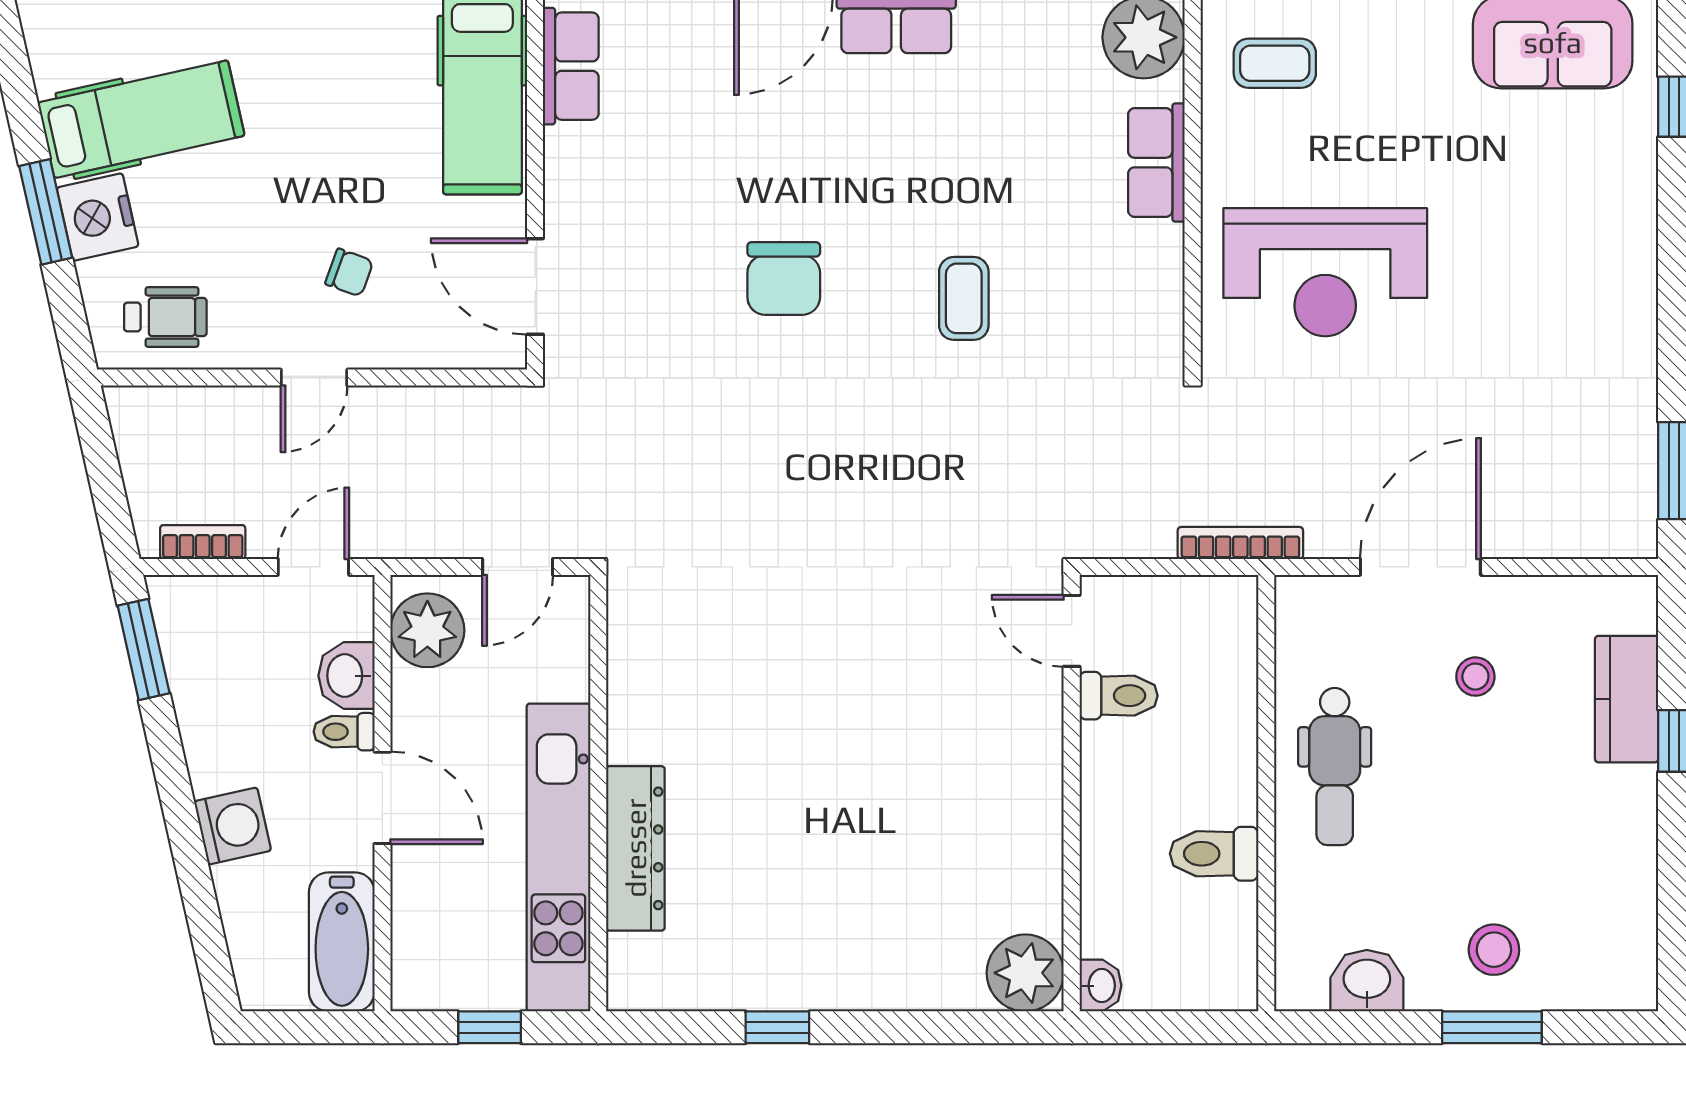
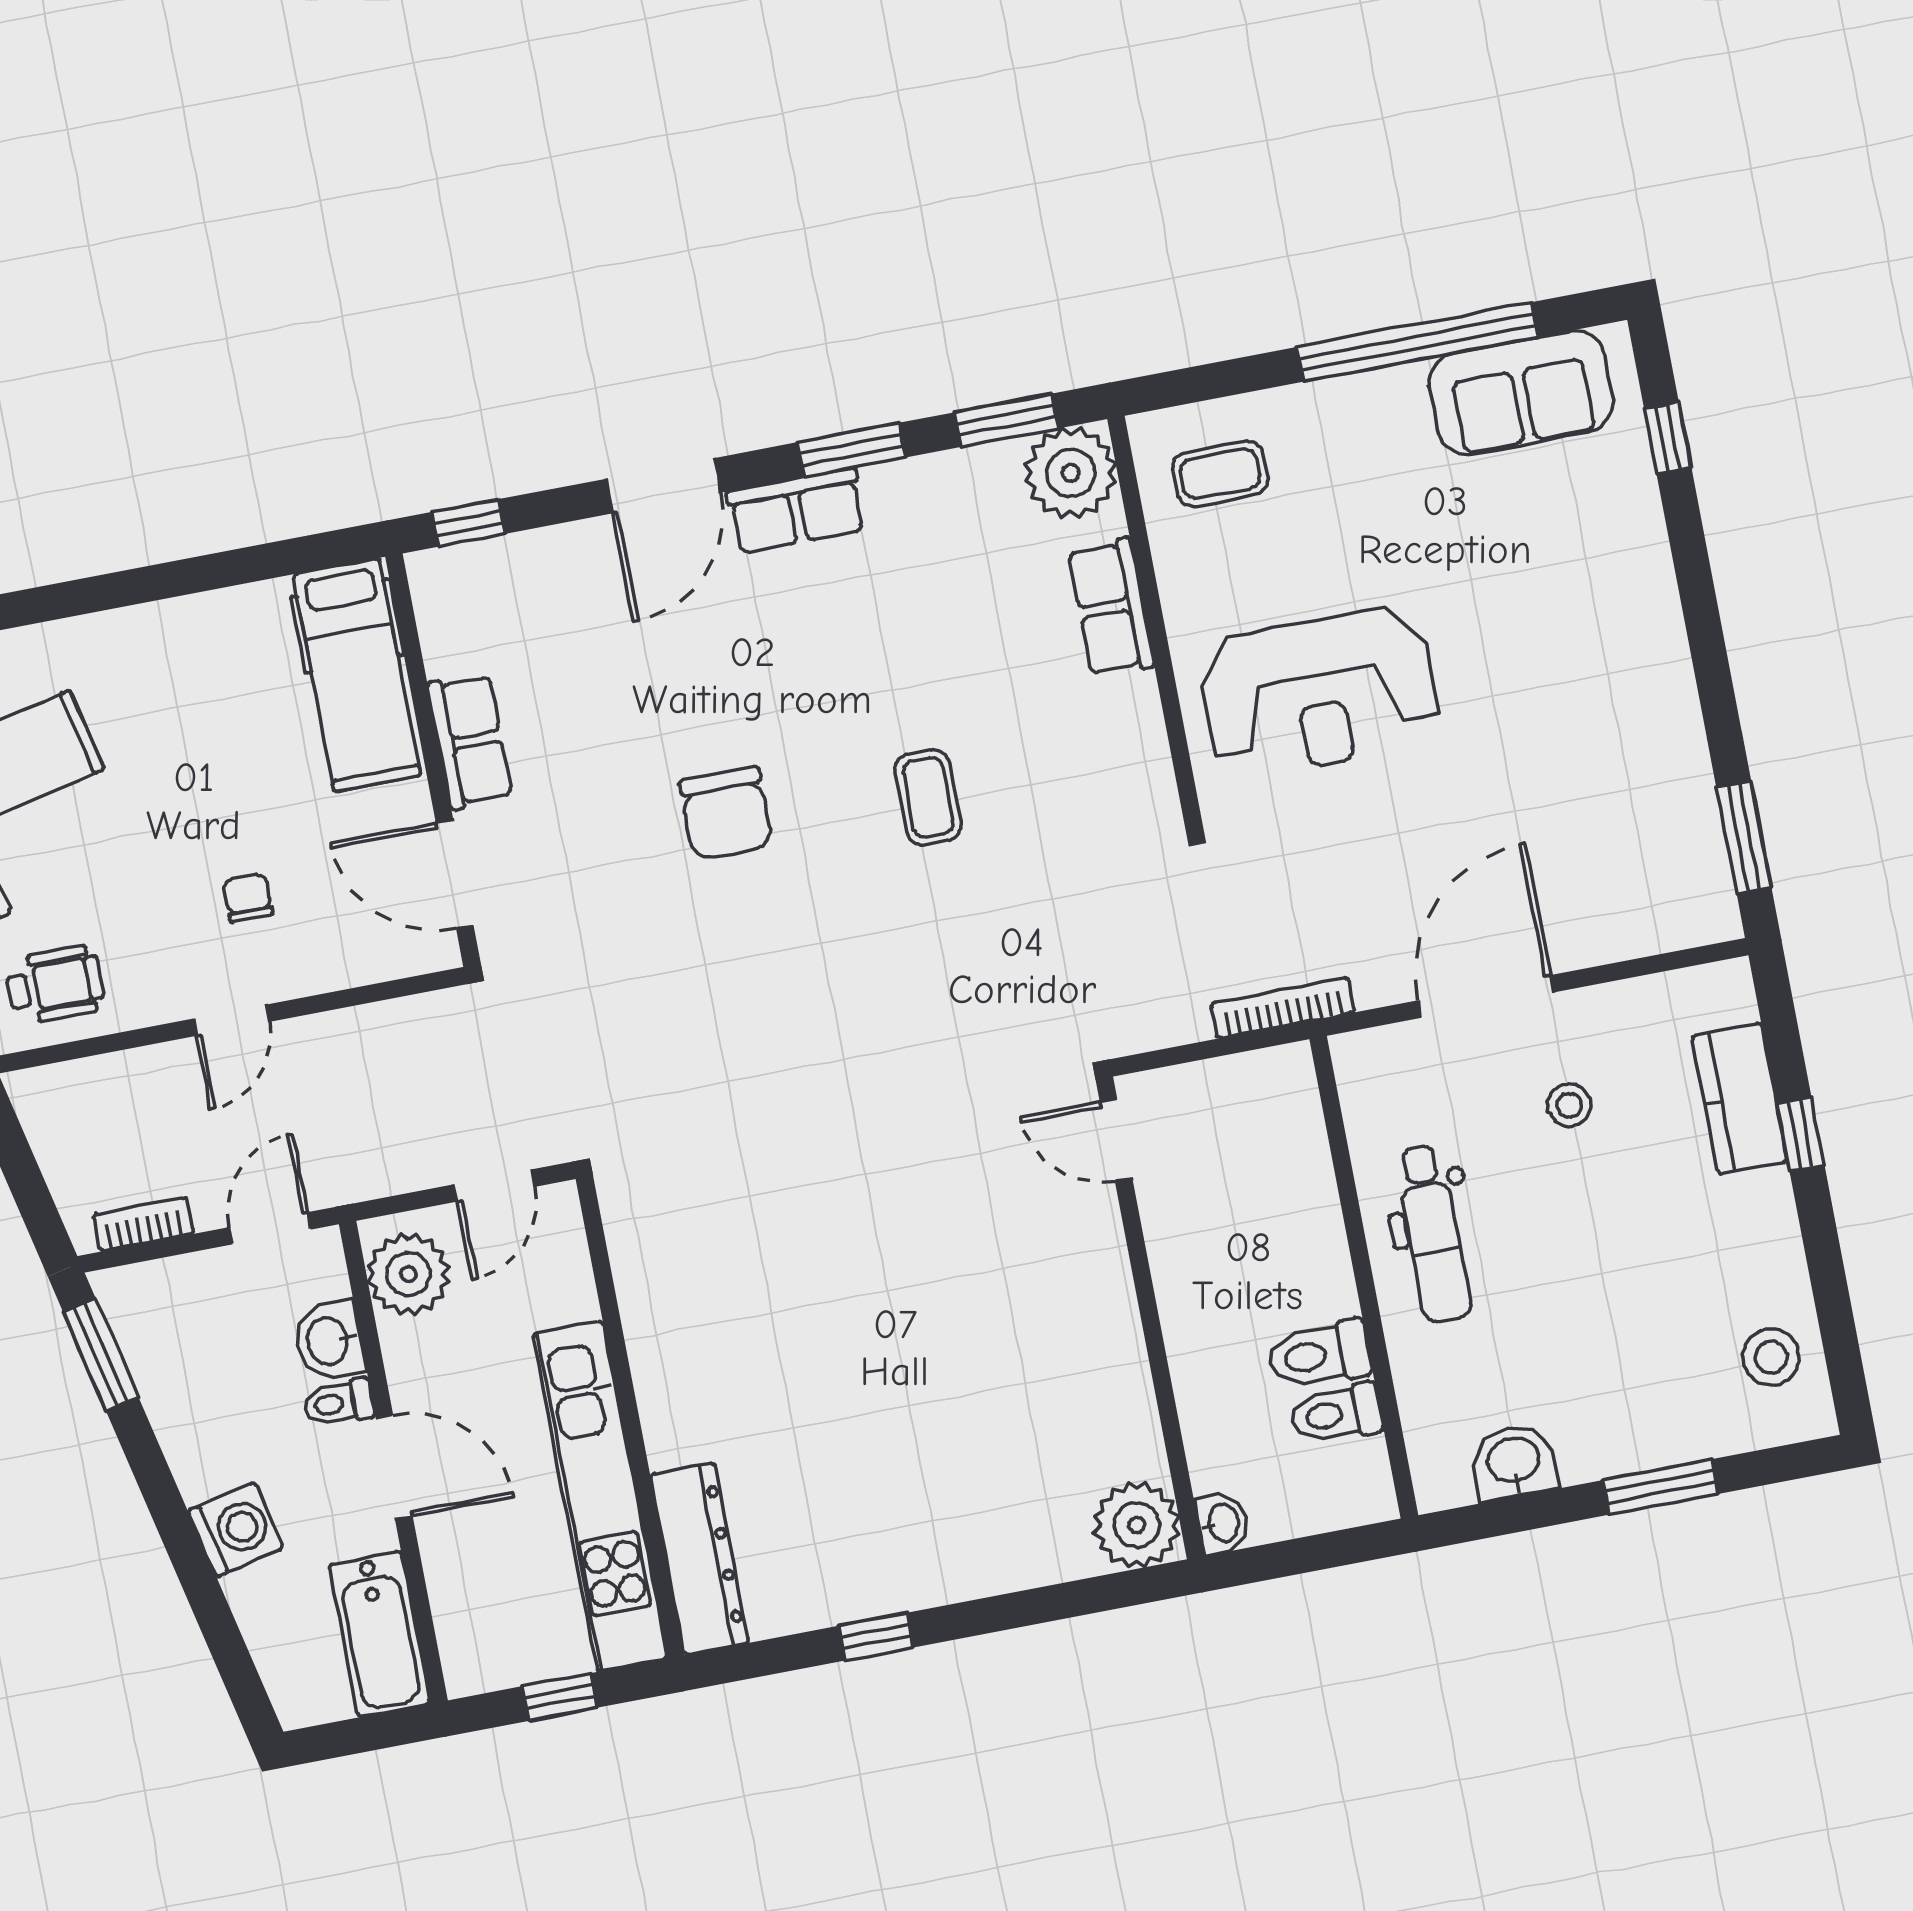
row of seats: (571, 66) -> (470, 741), moved
chair: (349, 273) -> (248, 898), turned -110
toilet: (1119, 696) -> (1336, 1414), moved, turned 180
dresser: (635, 848) -> (699, 1559), moved
stool: (1494, 950) -> (1771, 1357), moved

